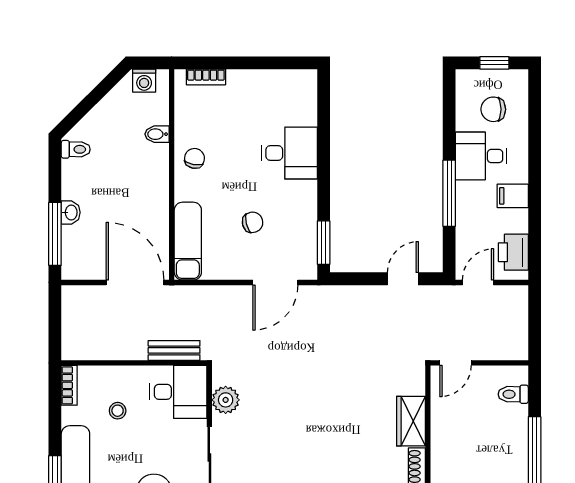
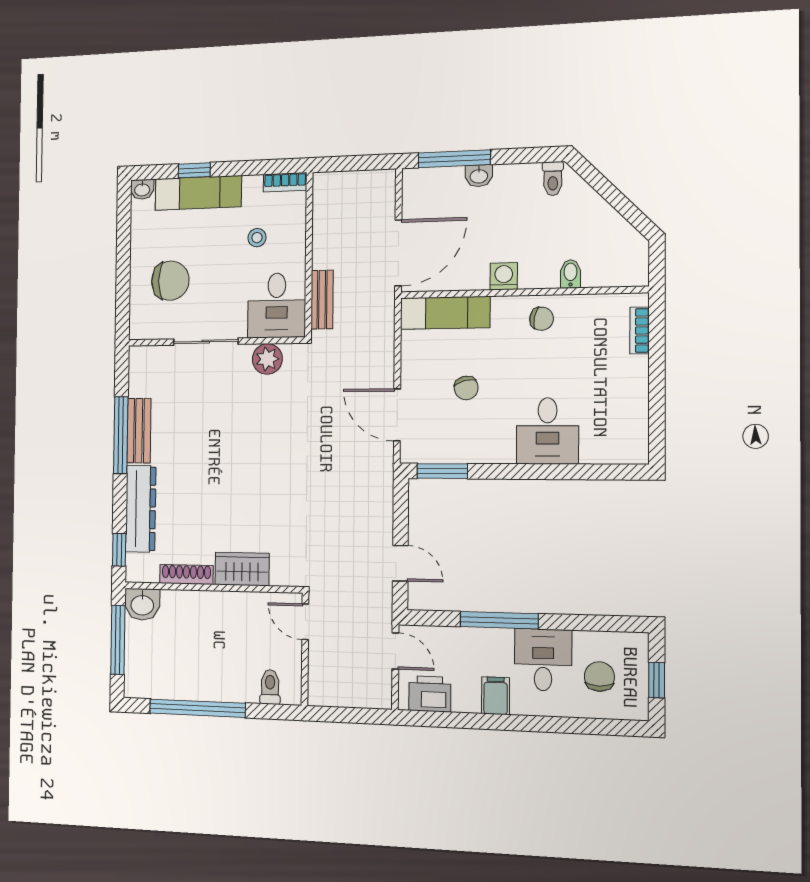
washing machine: (144, 81) -> (504, 276), moved, turned 90

